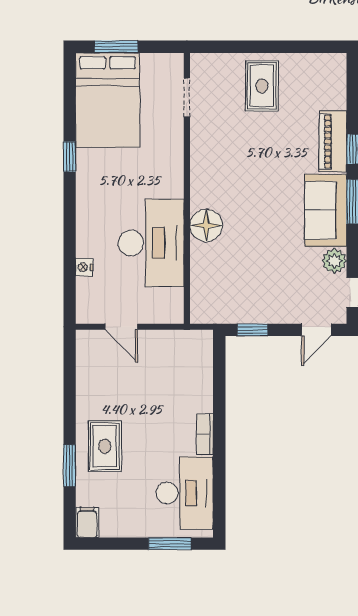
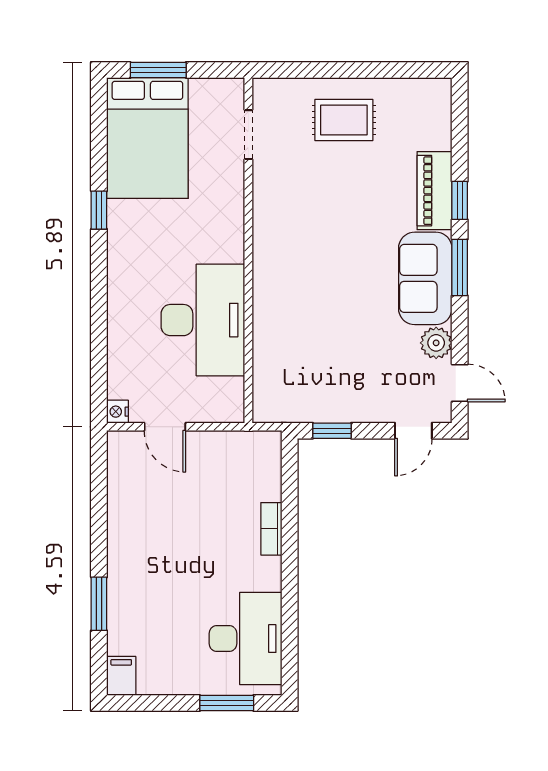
rug: (262, 86) -> (344, 120), turned 90
floor lamp: (206, 225) -> (273, 298), removed
nightstand: (84, 267) -> (117, 412), moved
bookcase: (205, 434) -> (271, 529), moved
rug: (105, 446) -> (144, 579), removed

